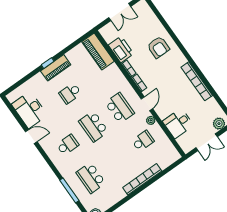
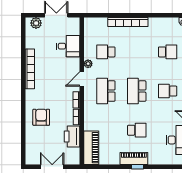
school desk: (94, 126) -> (137, 91), turned 180
school desk: (91, 178) -> (168, 52), width x0.54

